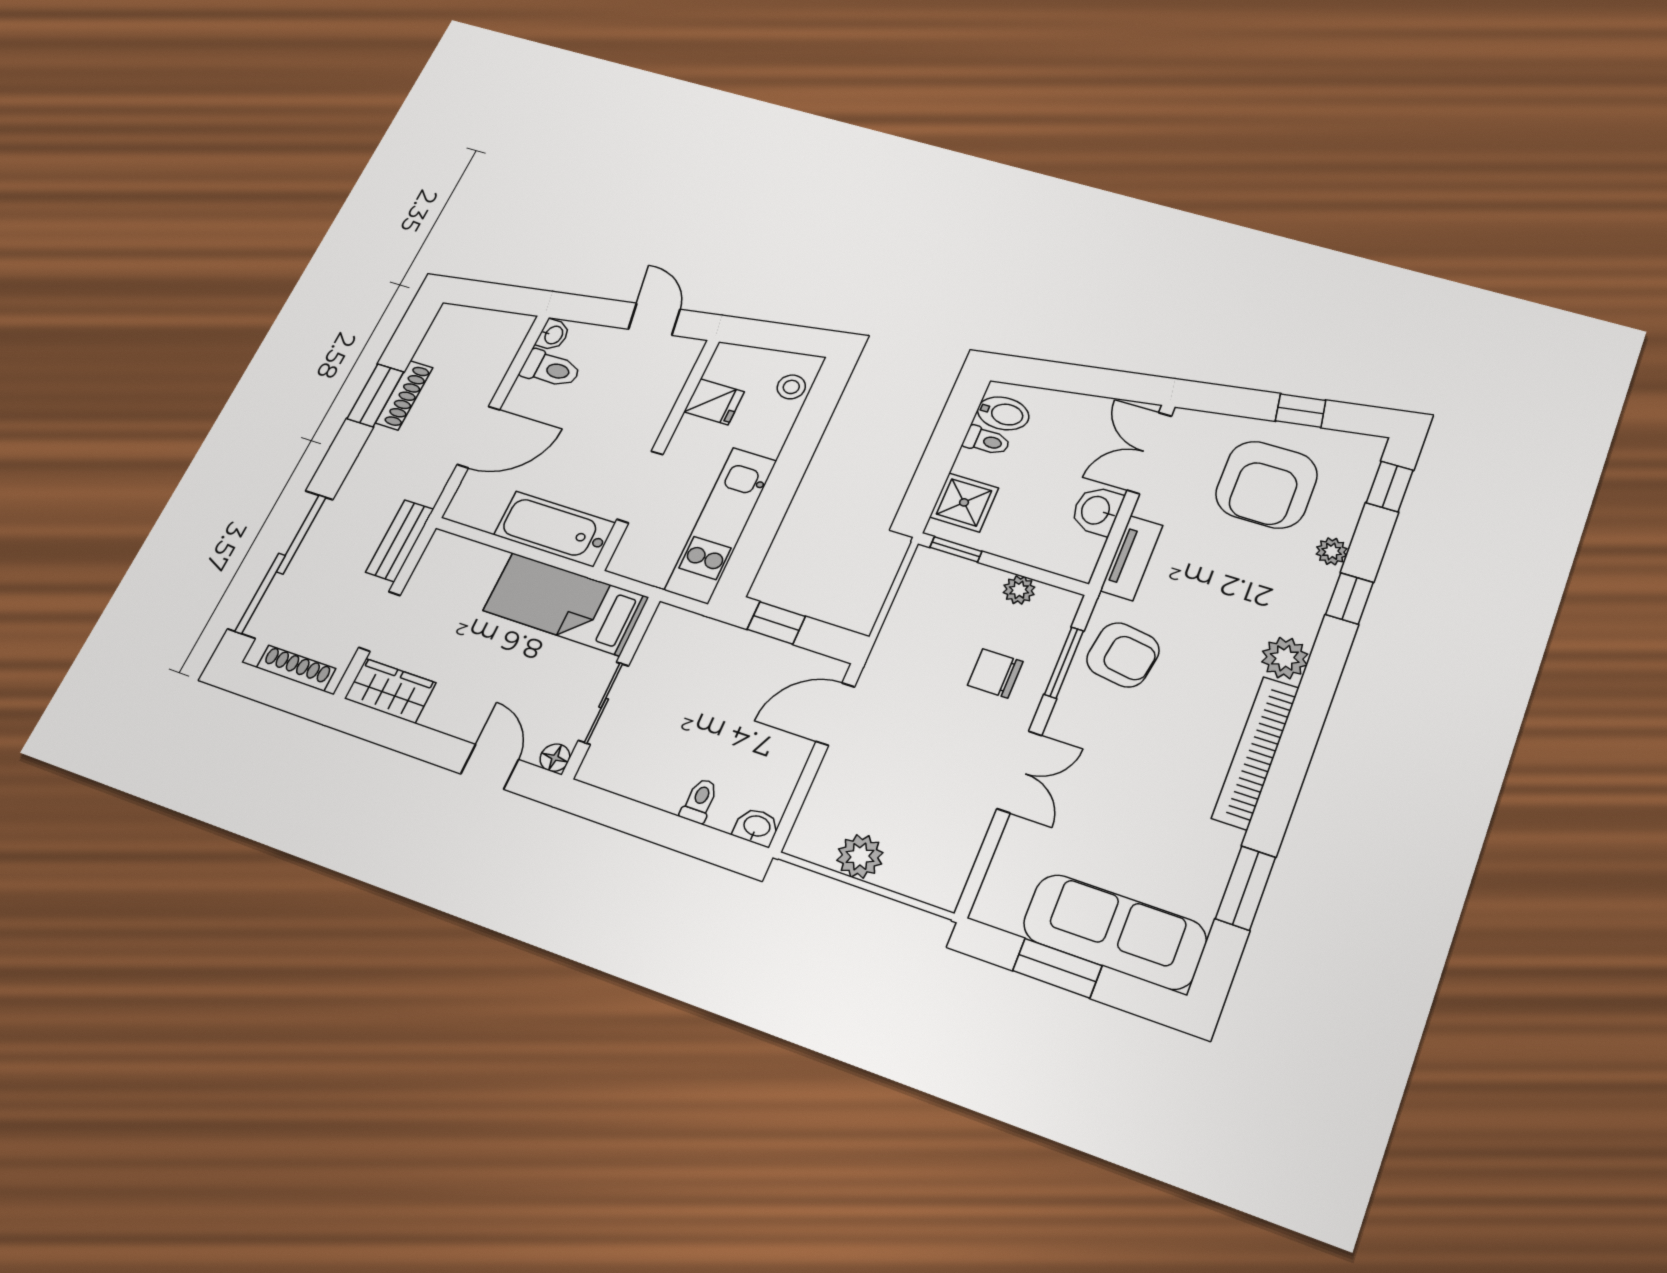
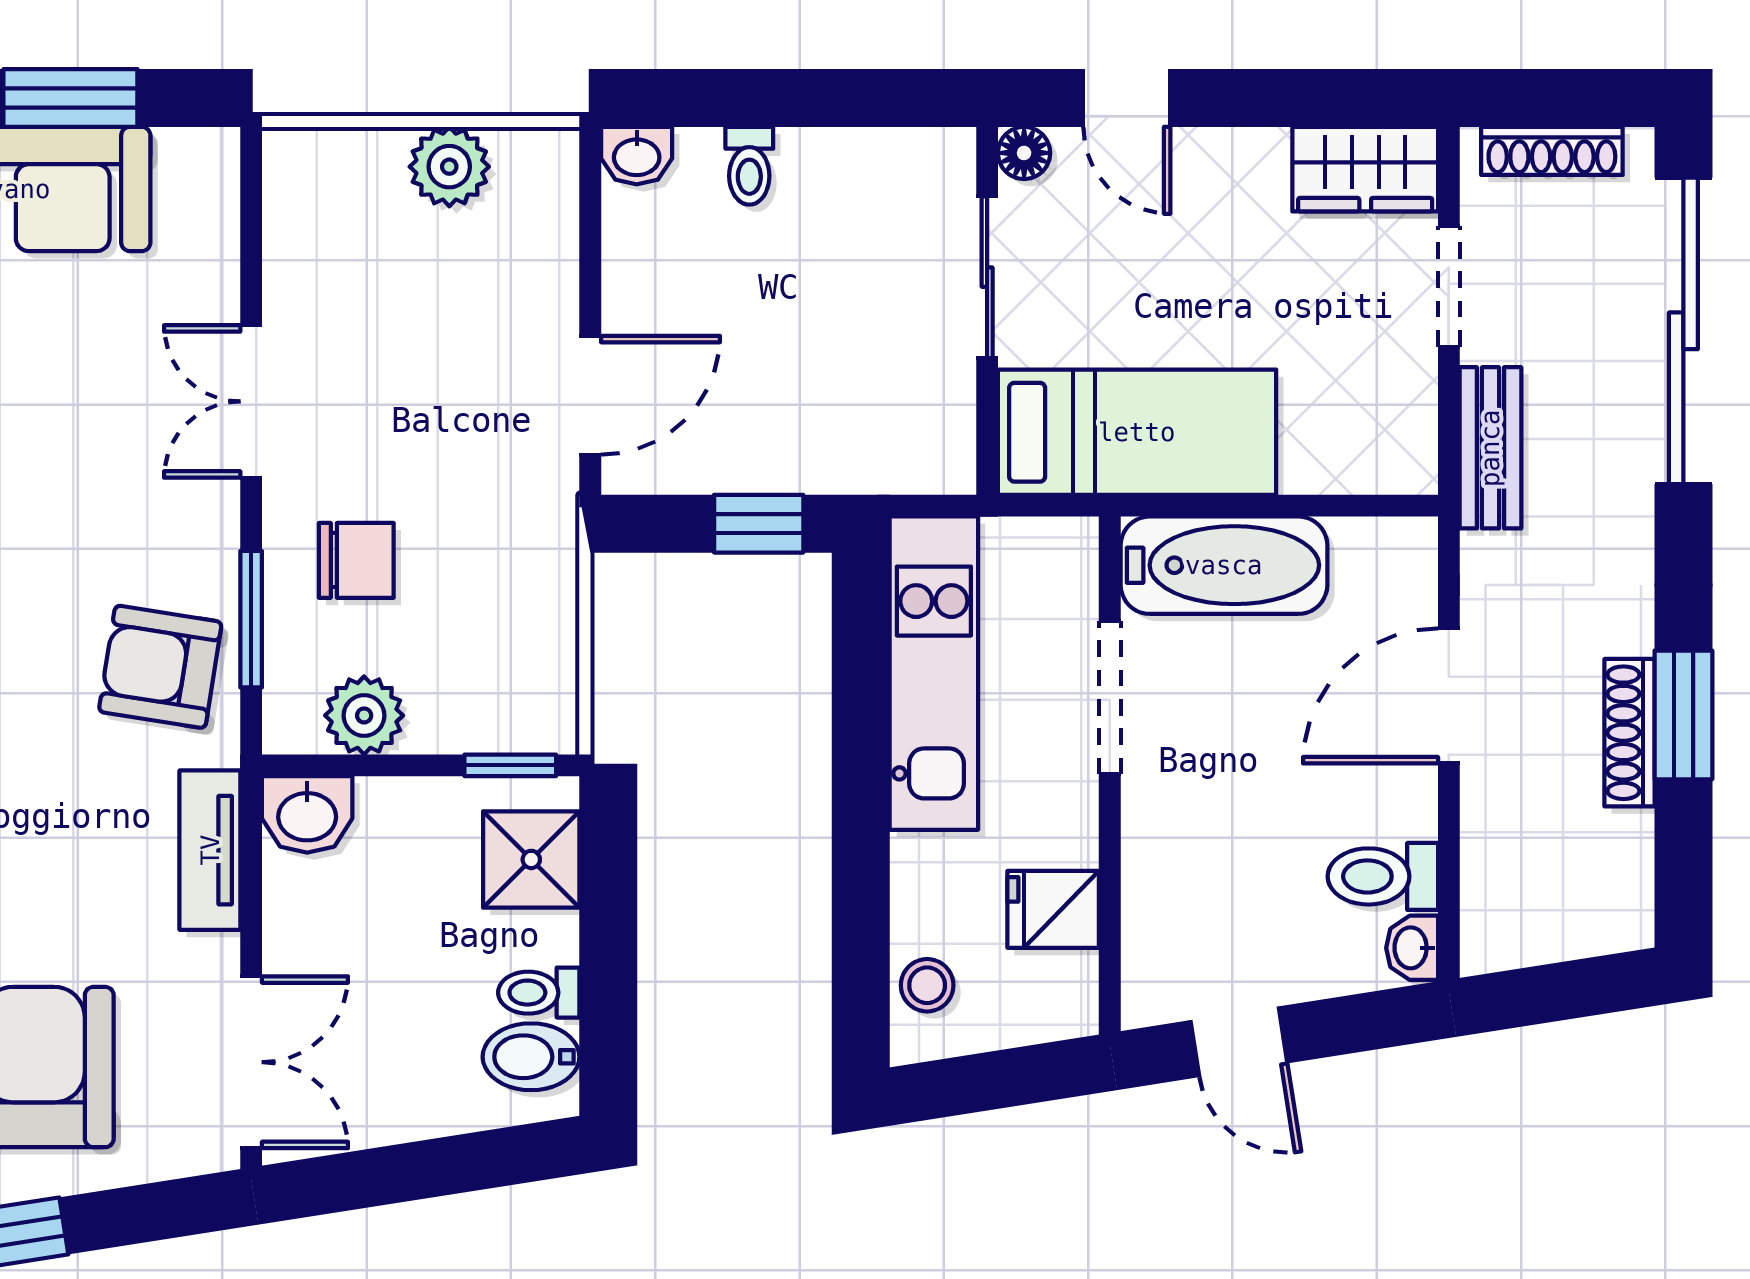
washbasin: (1097, 511) -> (307, 814), moved, turned 90
plant: (1019, 590) -> (364, 715), width x1.38, depth x1.38

